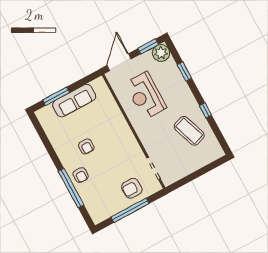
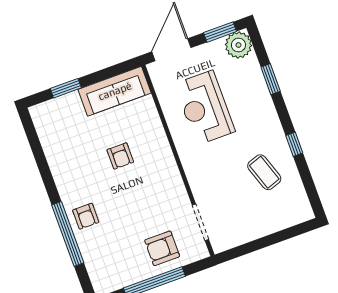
window: (56, 96) -> (66, 88), width x0.69
sofa: (74, 101) -> (115, 91), moved
coffee table: (189, 131) -> (264, 172), width x0.73, depth x0.76
armchair: (86, 146) -> (120, 156), moved

